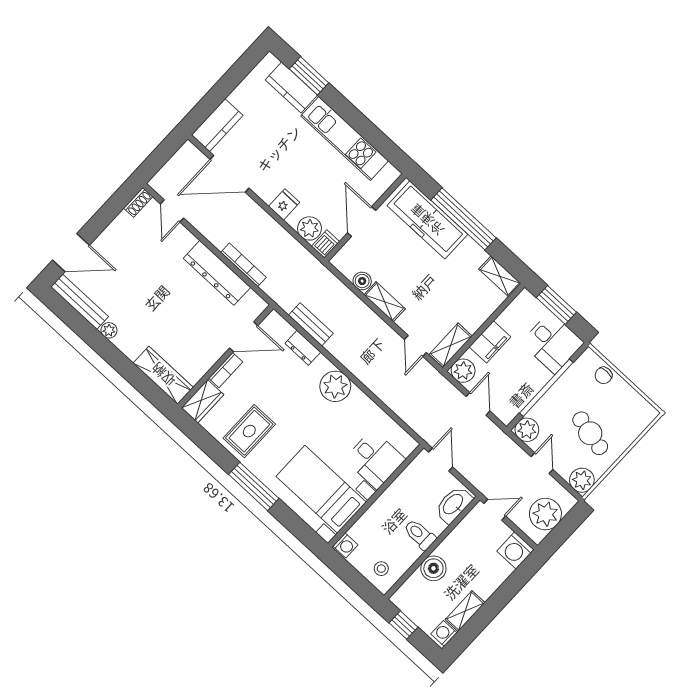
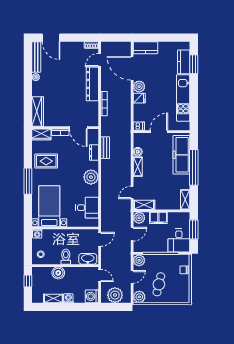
plant: (309, 228) -> (139, 87), moved
dresser: (217, 273) -> (92, 84), moved
desk: (375, 459) -> (87, 208), moved, turned -90
washing machine: (444, 633) -> (68, 298), moved

